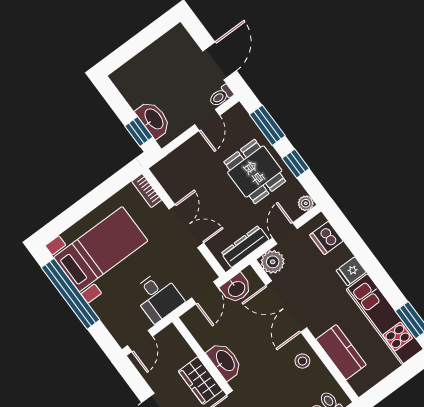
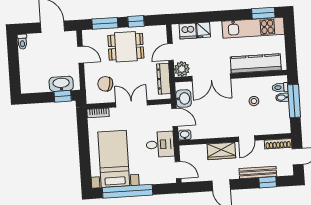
toilet: (221, 96) -> (22, 42), moved
chair: (190, 176) -> (105, 84), added
plant: (306, 203) -> (161, 30), removed
door: (285, 233) -> (170, 52), hinge flipped
fridge: (351, 271) -> (203, 30), moved
kitchen counter: (341, 352) -> (256, 64), width x1.50
washbasin: (225, 361) -> (185, 135), moved, width x0.52, depth x0.69
stool: (302, 361) -> (254, 101), moved

